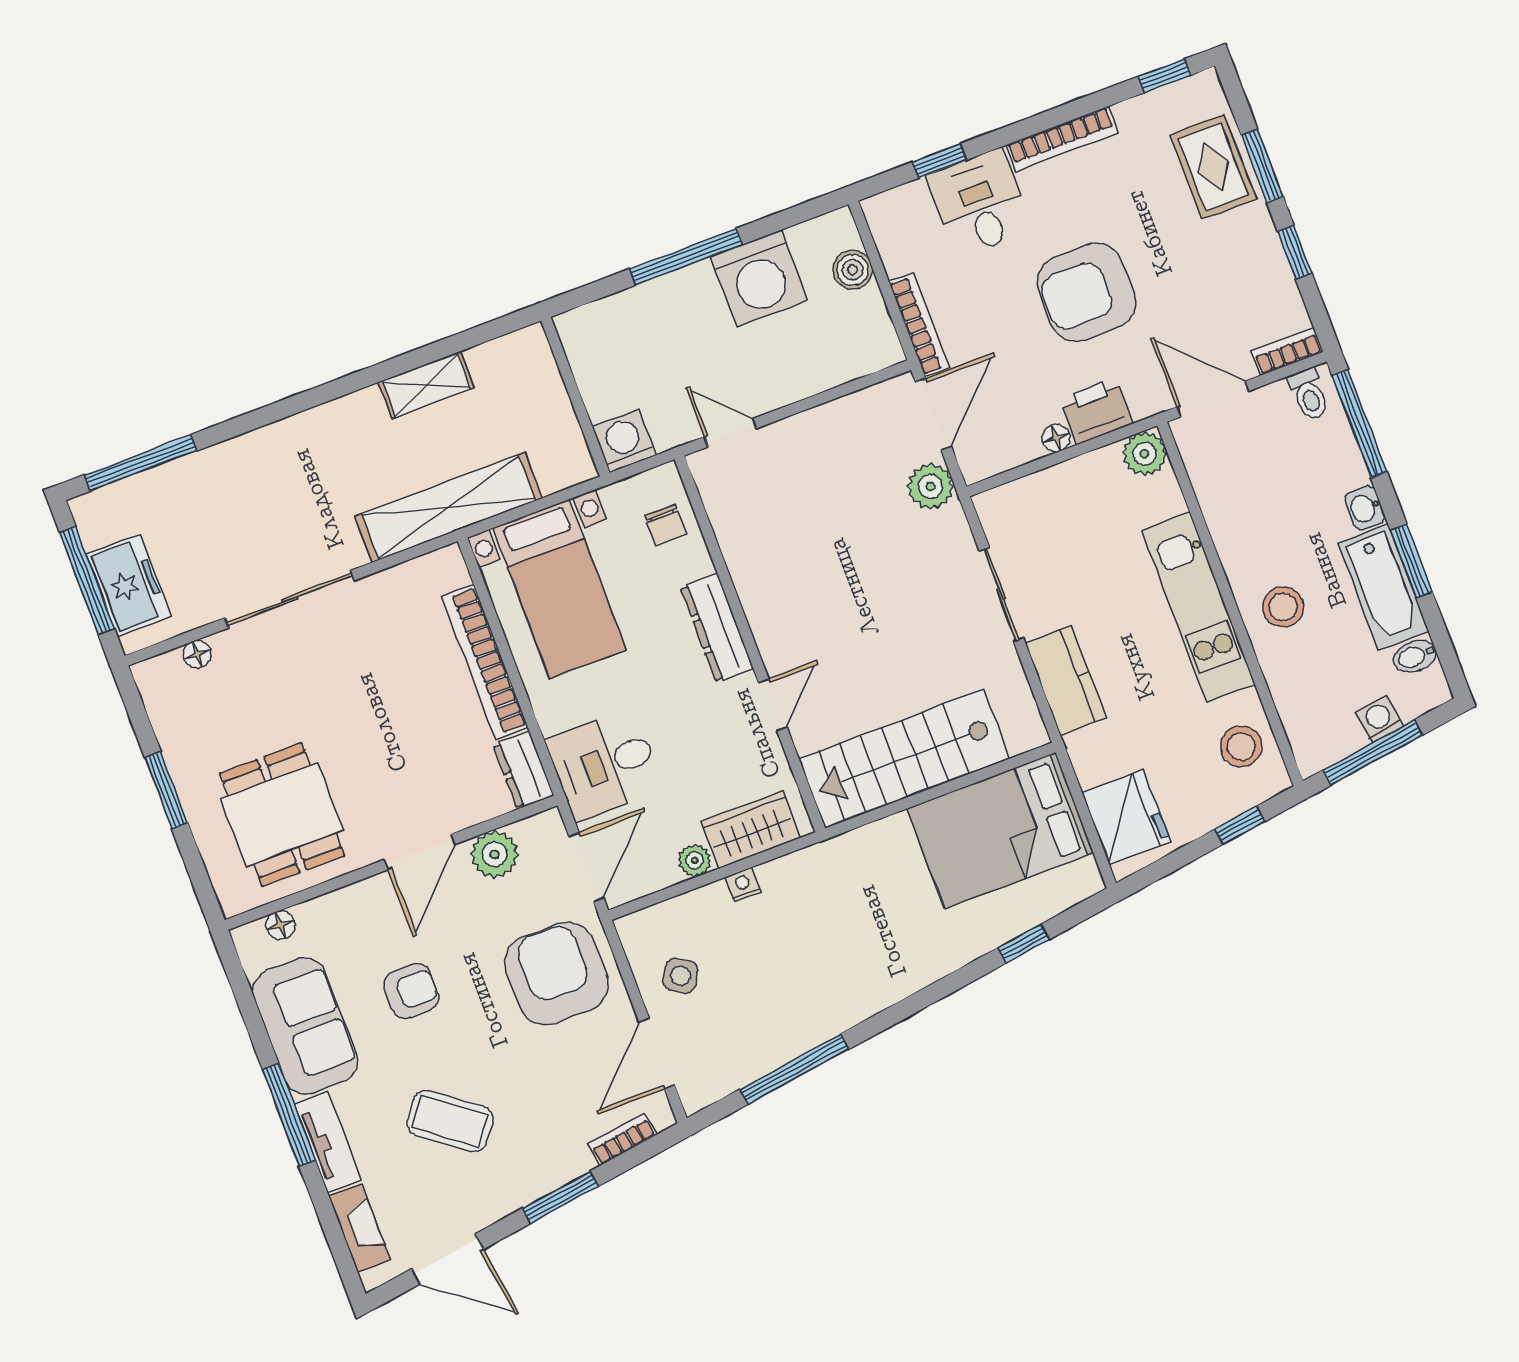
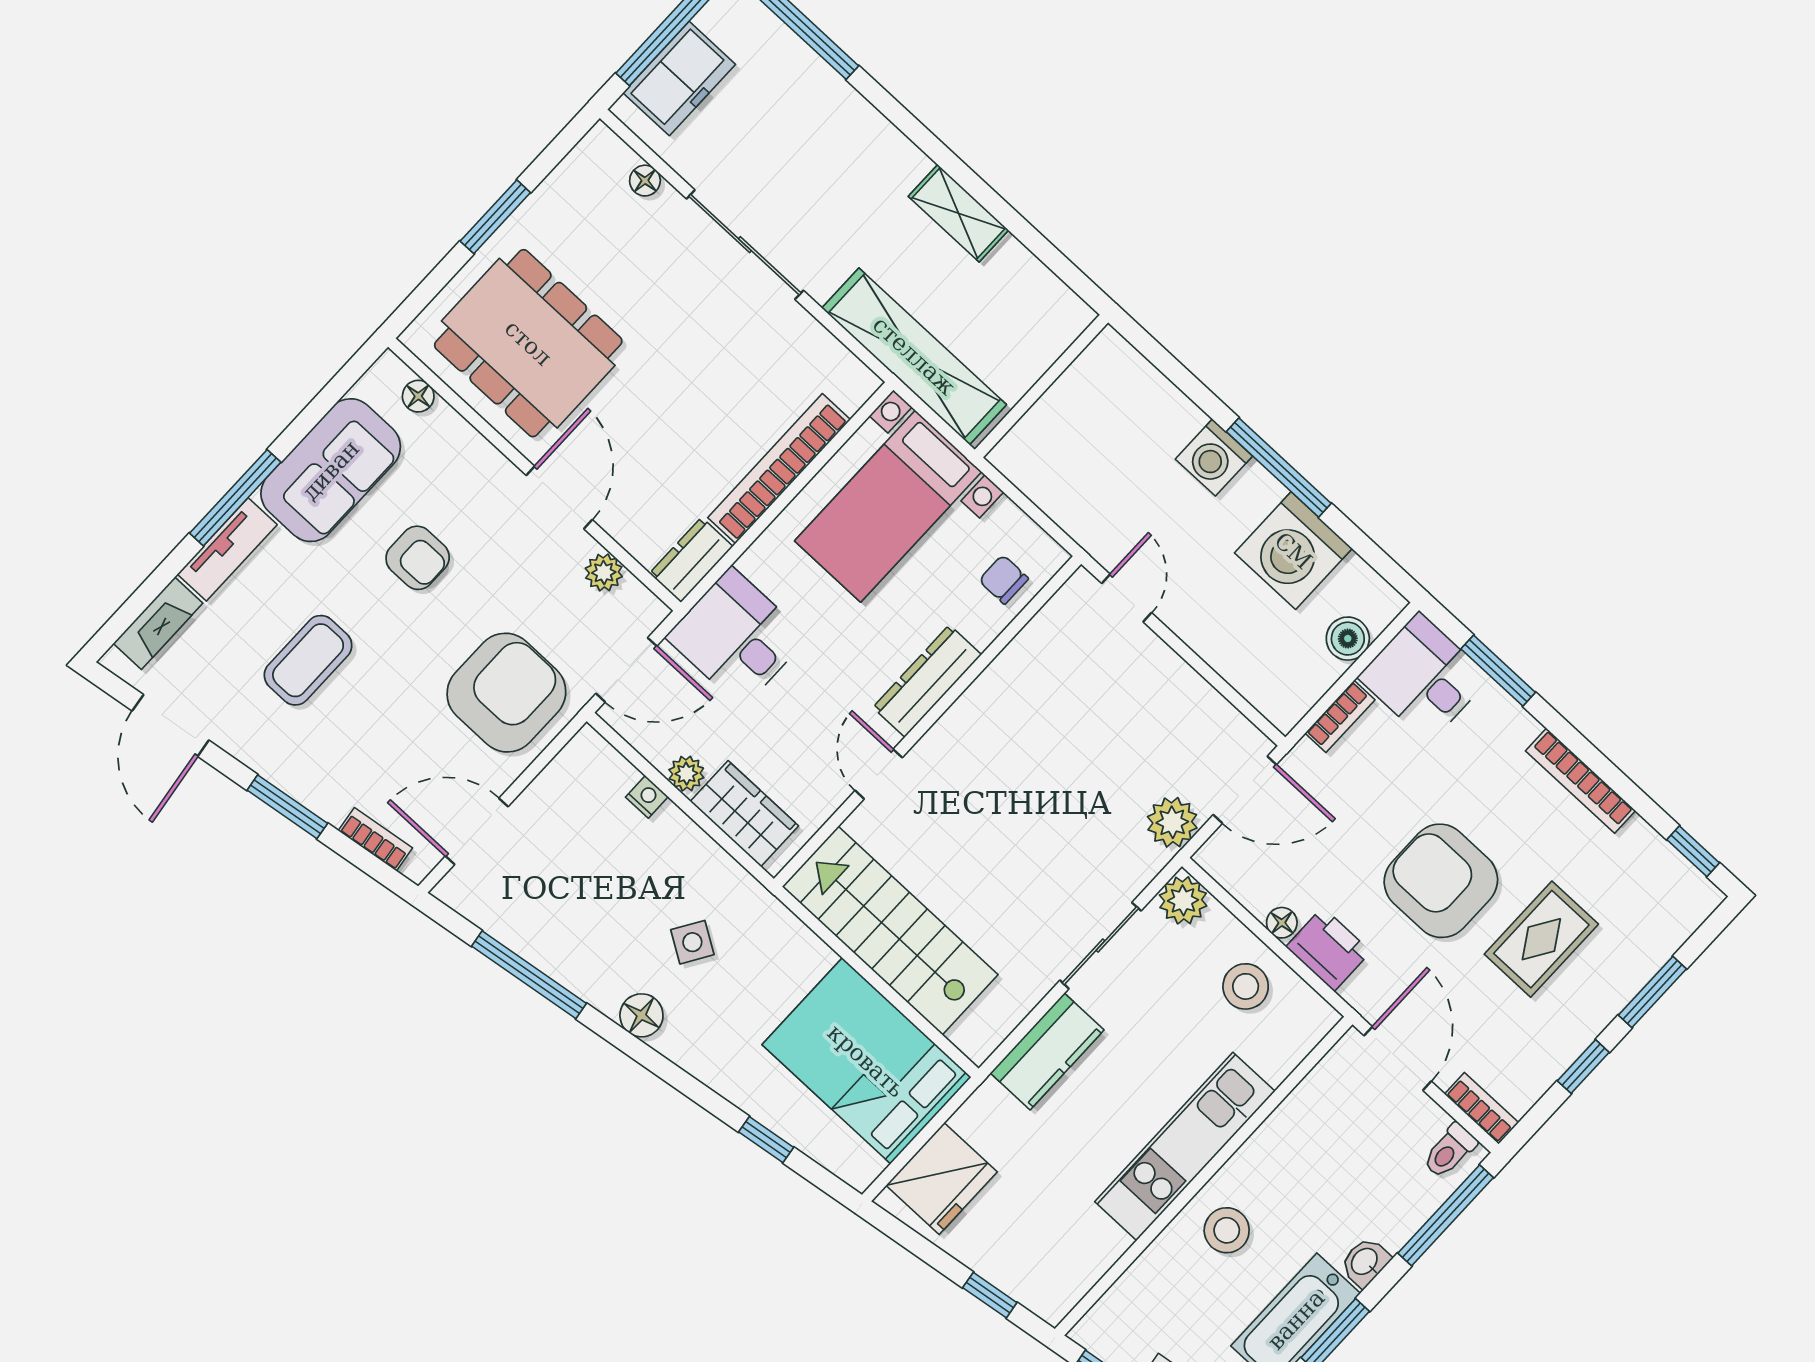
window: (939, 161) -> (1498, 671), width x1.50
rug: (1213, 167) -> (1541, 939), moved
desk: (979, 203) -> (1424, 677), moved, turned -90
bookcase: (919, 325) -> (1340, 716), width x0.64
shelving: (426, 385) -> (958, 213), moved
wall: (575, 397) -> (1041, 386), moved
washing machine: (624, 441) -> (1214, 458), moved, turned 180
plant: (1145, 454) -> (1183, 900), moved
chair: (666, 525) -> (1004, 579), turned 90
door: (773, 705) -> (879, 774), swing flipped
stool: (1241, 746) -> (1246, 986), moved
dining table: (282, 815) -> (528, 343), width x1.38
door: (420, 852) -> (559, 498), swing flipped
plant: (495, 854) -> (604, 572), width x0.73, depth x0.73
nightstand: (743, 885) -> (647, 797), moved
side table: (681, 976) -> (692, 942), moved
floor lamp: (872, 994) -> (641, 1015), added
coffee table: (450, 1121) -> (308, 660), turned 53

